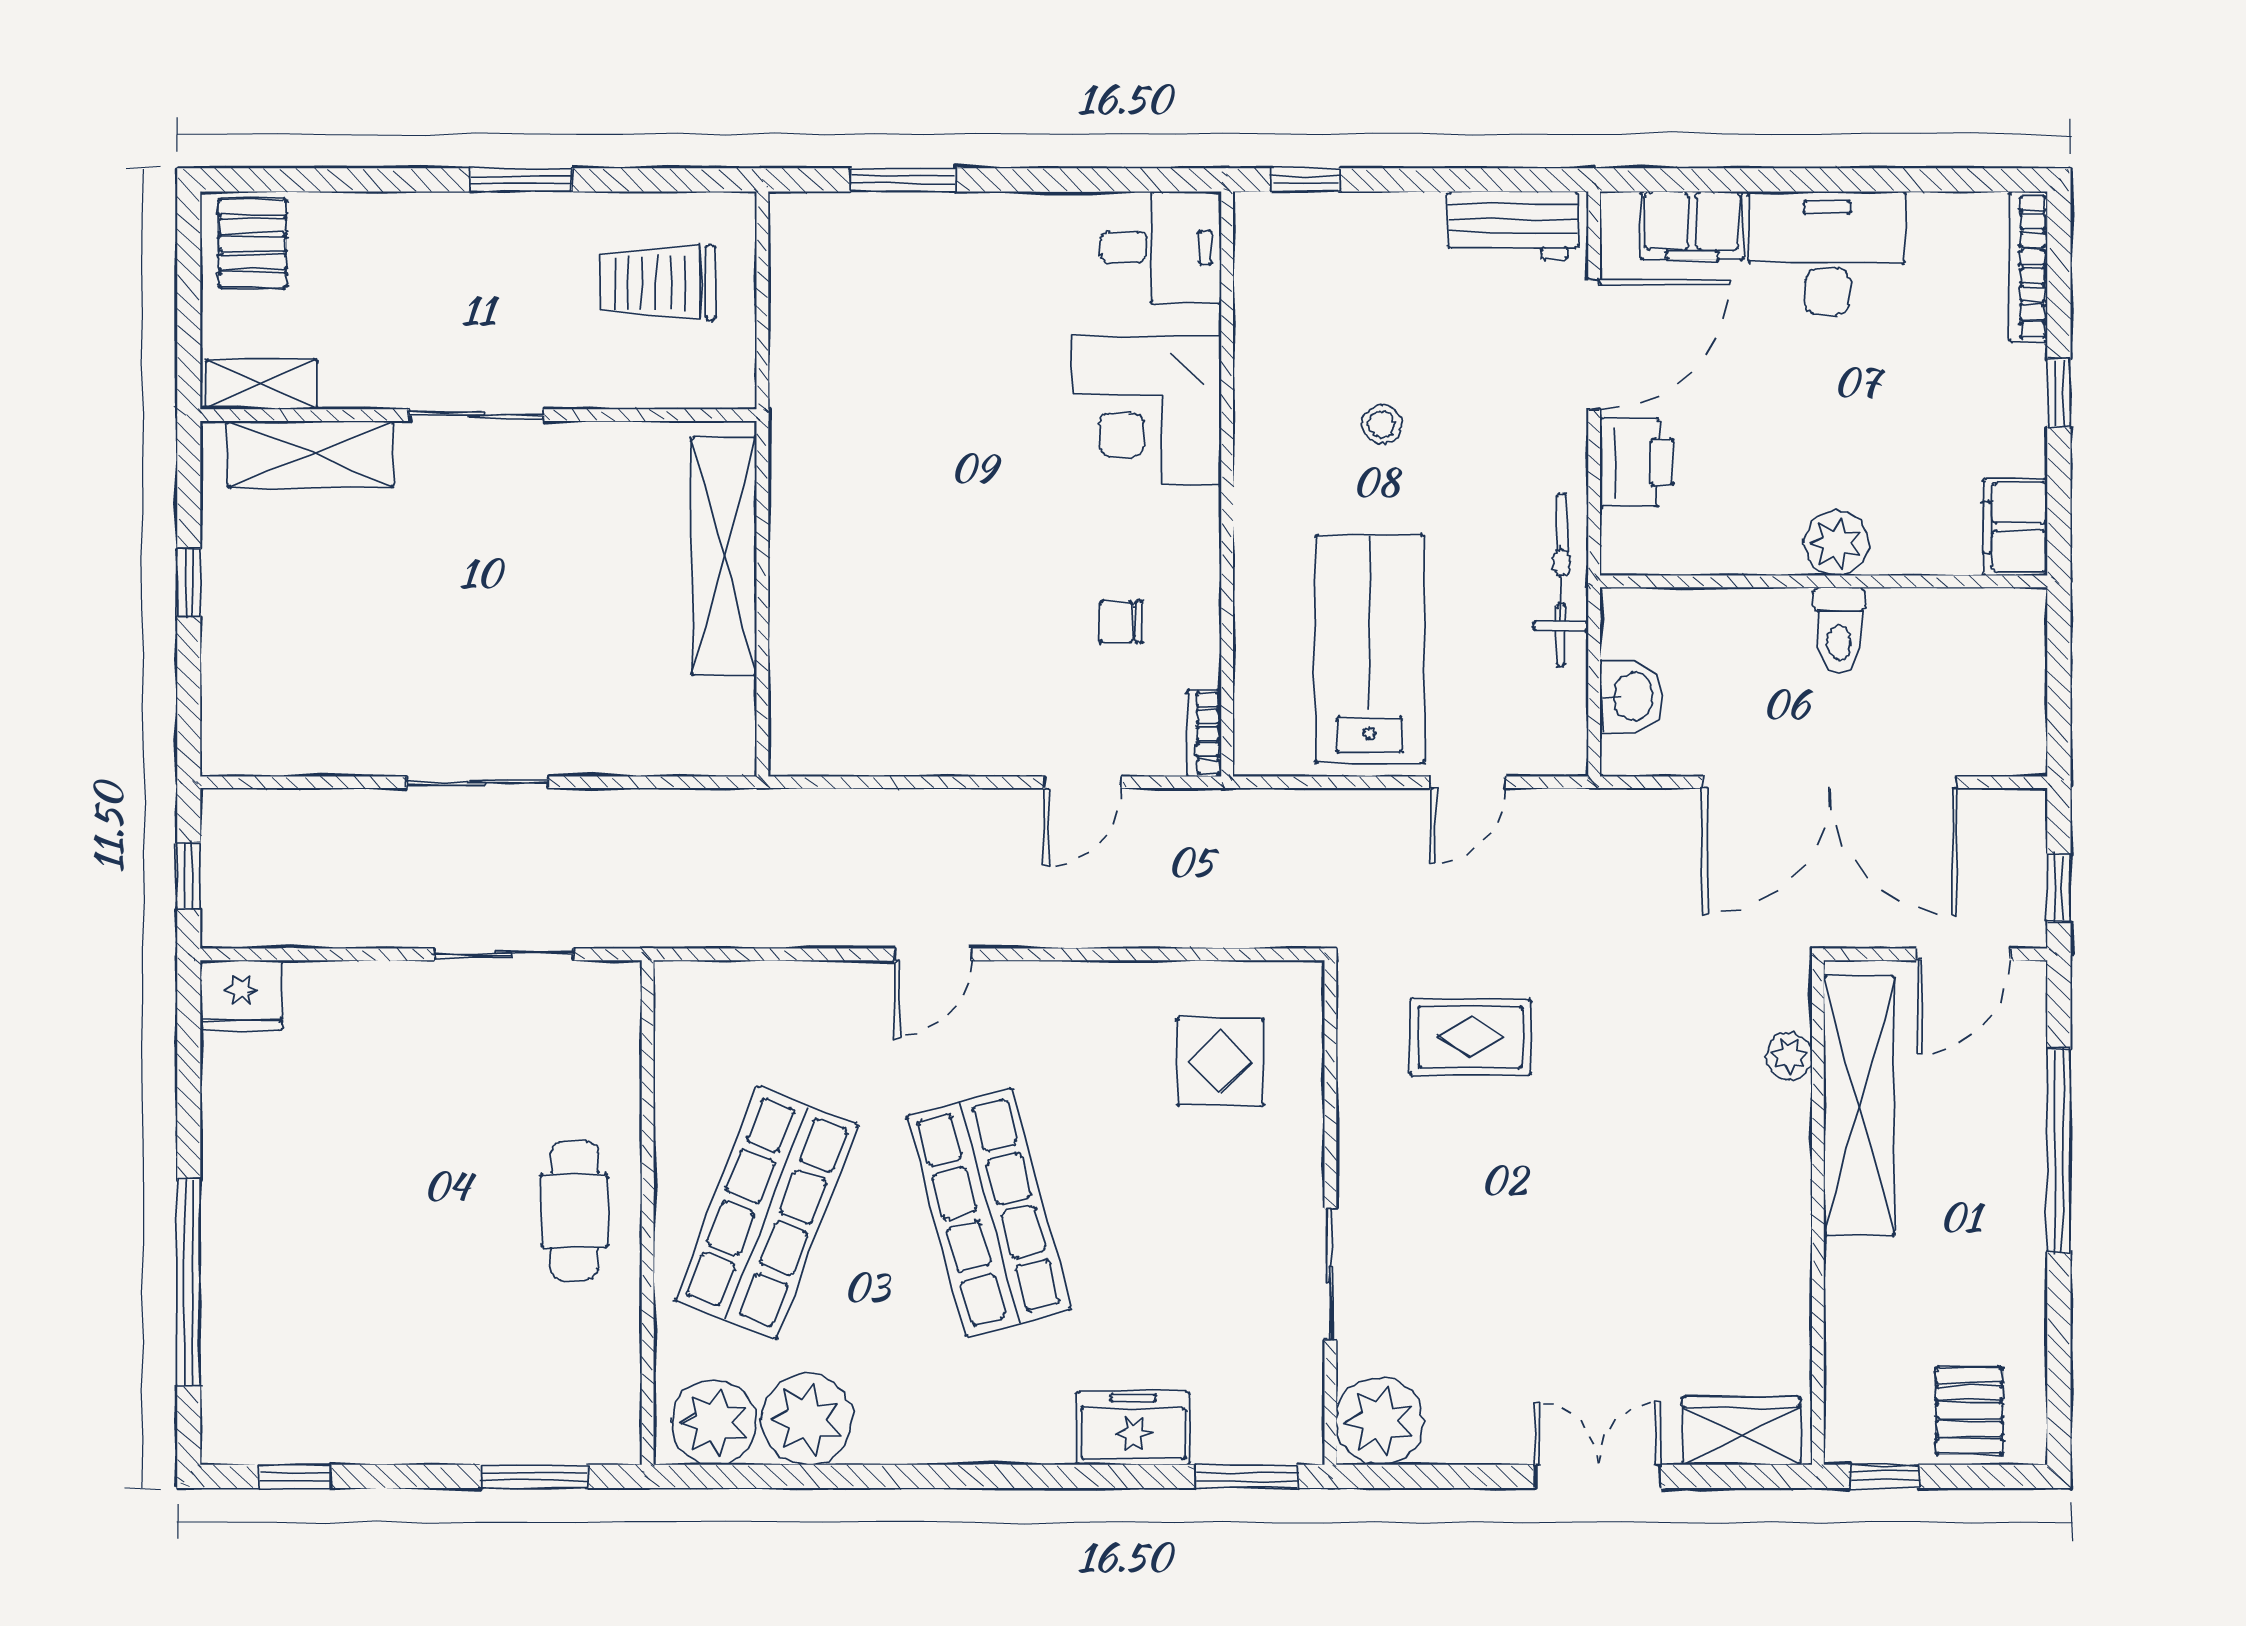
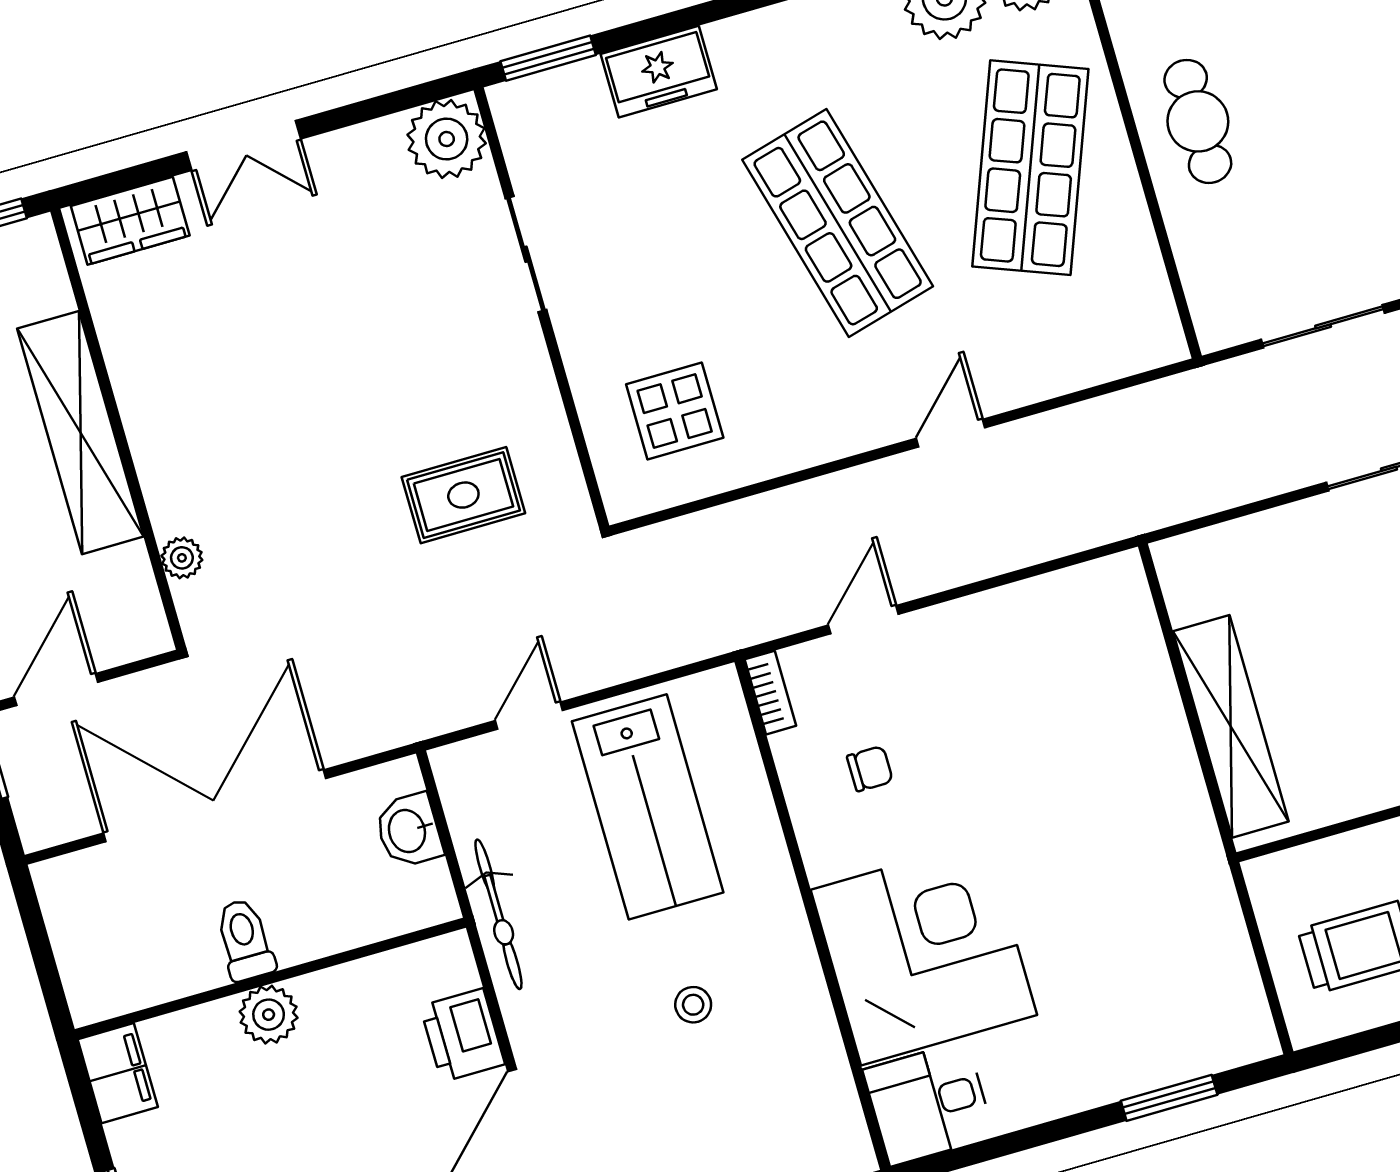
corner desk: (1147, 410) -> (924, 952), width x1.36, depth x1.36
shelving: (1859, 1106) -> (80, 433), moved

